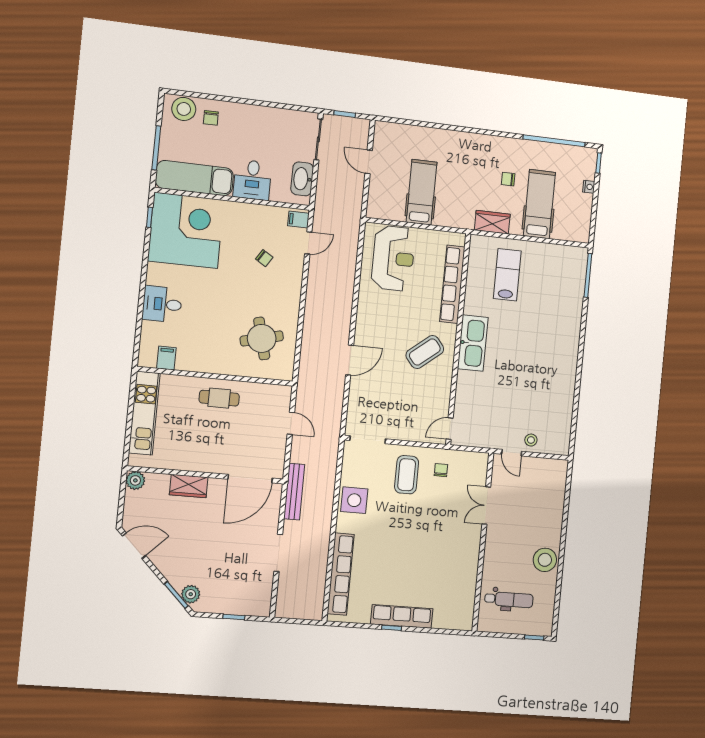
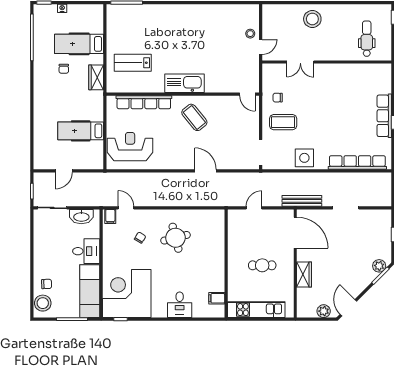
round table: (262, 338) -> (175, 238), moved
cafe table: (219, 398) -> (262, 265), moved, turned 90
plant: (135, 480) -> (324, 311), moved
stool: (545, 560) -> (312, 19), moved

